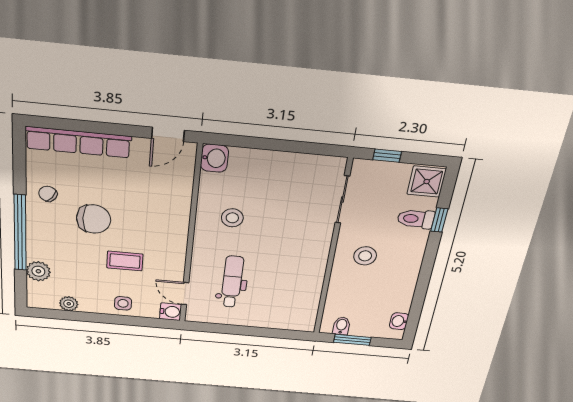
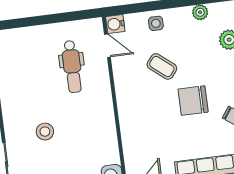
stool: (232, 218) -> (45, 132), moved
coffee table: (125, 261) -> (162, 66), turned 39

